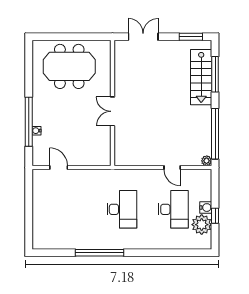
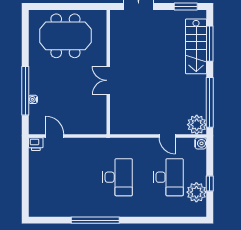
plant: (207, 161) -> (197, 125), width x1.88, depth x1.88
printer: (39, 176) -> (36, 144), added
water cooler: (206, 208) -> (201, 143), moved

